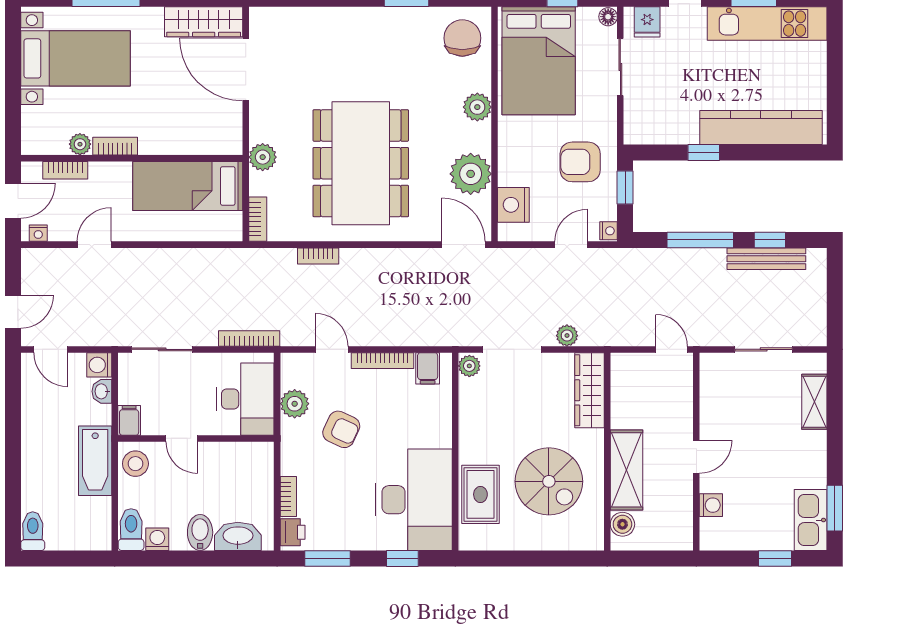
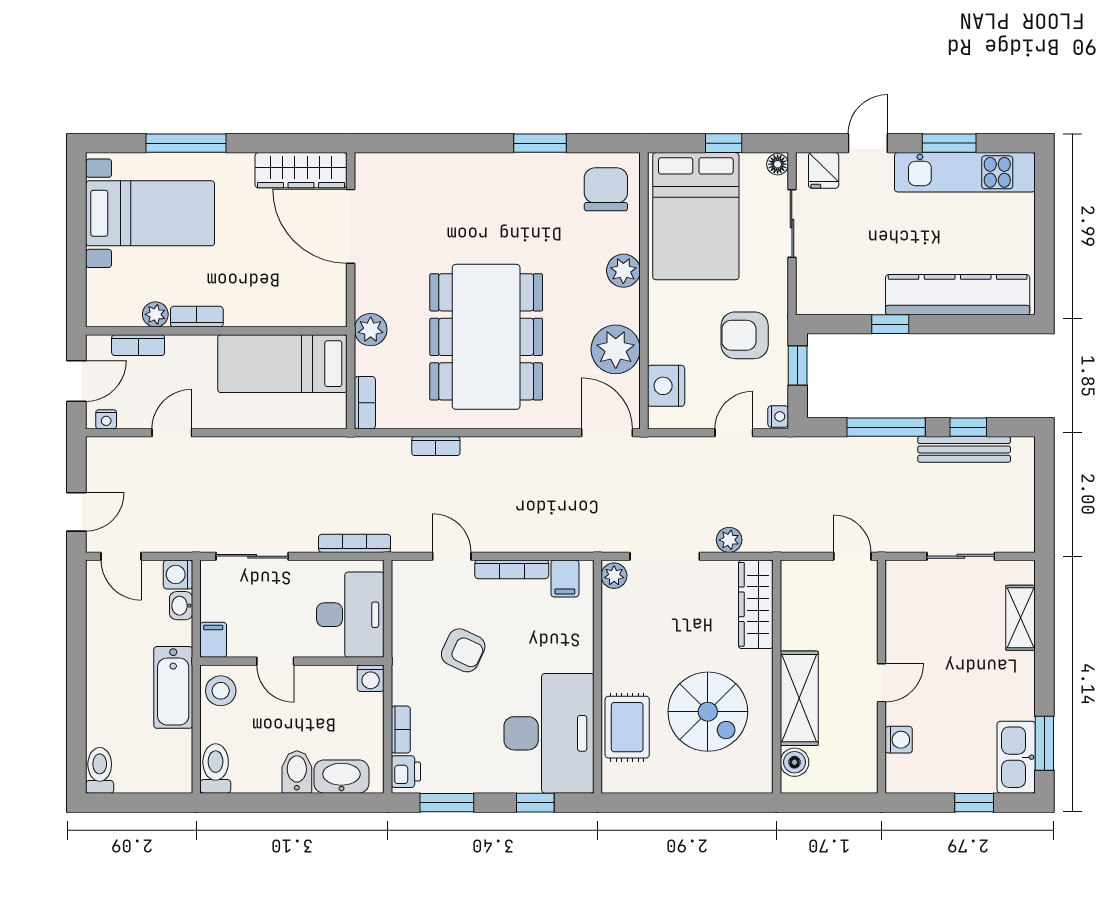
plant: (295, 404) -> (408, 620), removed
washing machine: (157, 539) -> (371, 678), moved, turned 180

